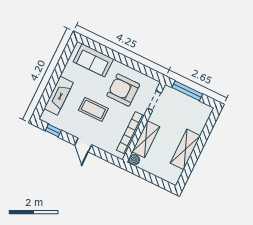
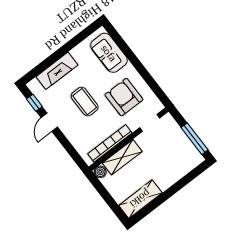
window: (187, 91) -> (194, 139), moved
door: (83, 145) -> (49, 122), moved
shelving: (185, 149) -> (140, 199), moved

